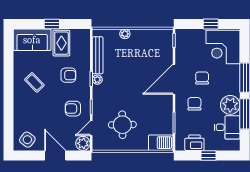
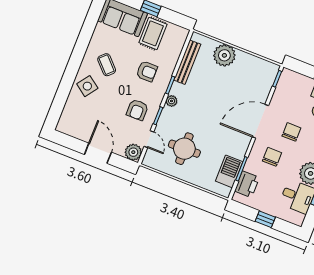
plant: (125, 34) -> (224, 55), width x1.87, depth x1.87
plant: (97, 80) -> (172, 101), moved
armchair: (73, 109) -> (137, 110), turned -90
door: (91, 128) -> (149, 139), swing flipped
side table: (27, 140) -> (87, 86), moved
barbecue: (161, 143) -> (229, 171), moved, turned -90
printer: (194, 143) -> (247, 184), moved, turned 90

